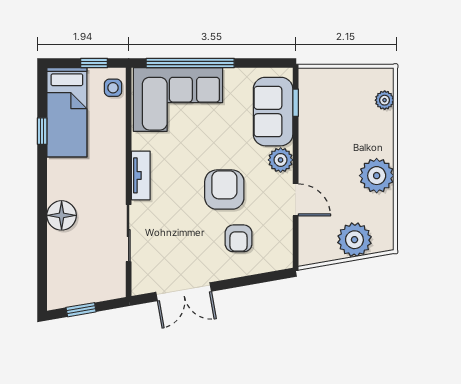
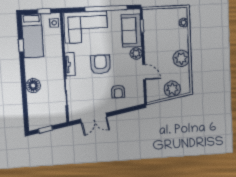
window: (190, 63) -> (106, 8), moved
armchair: (224, 190) -> (100, 64), moved

